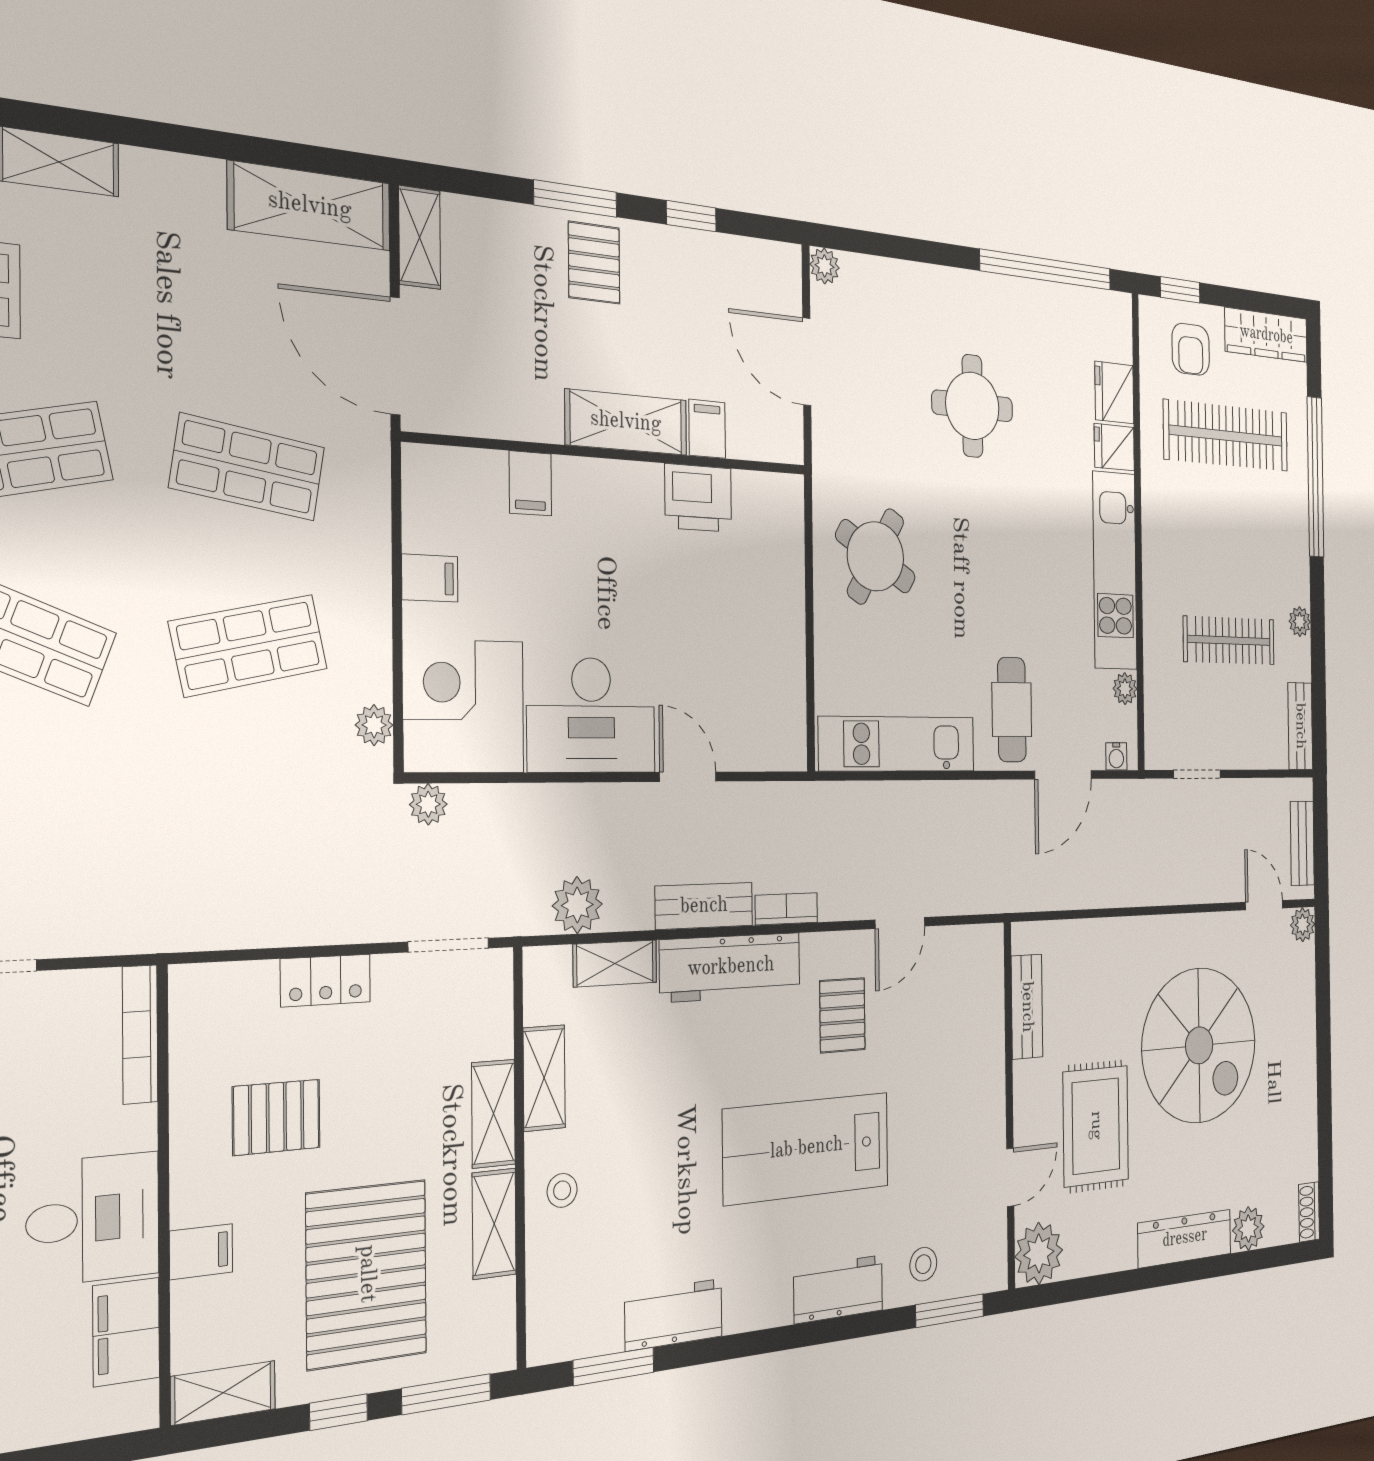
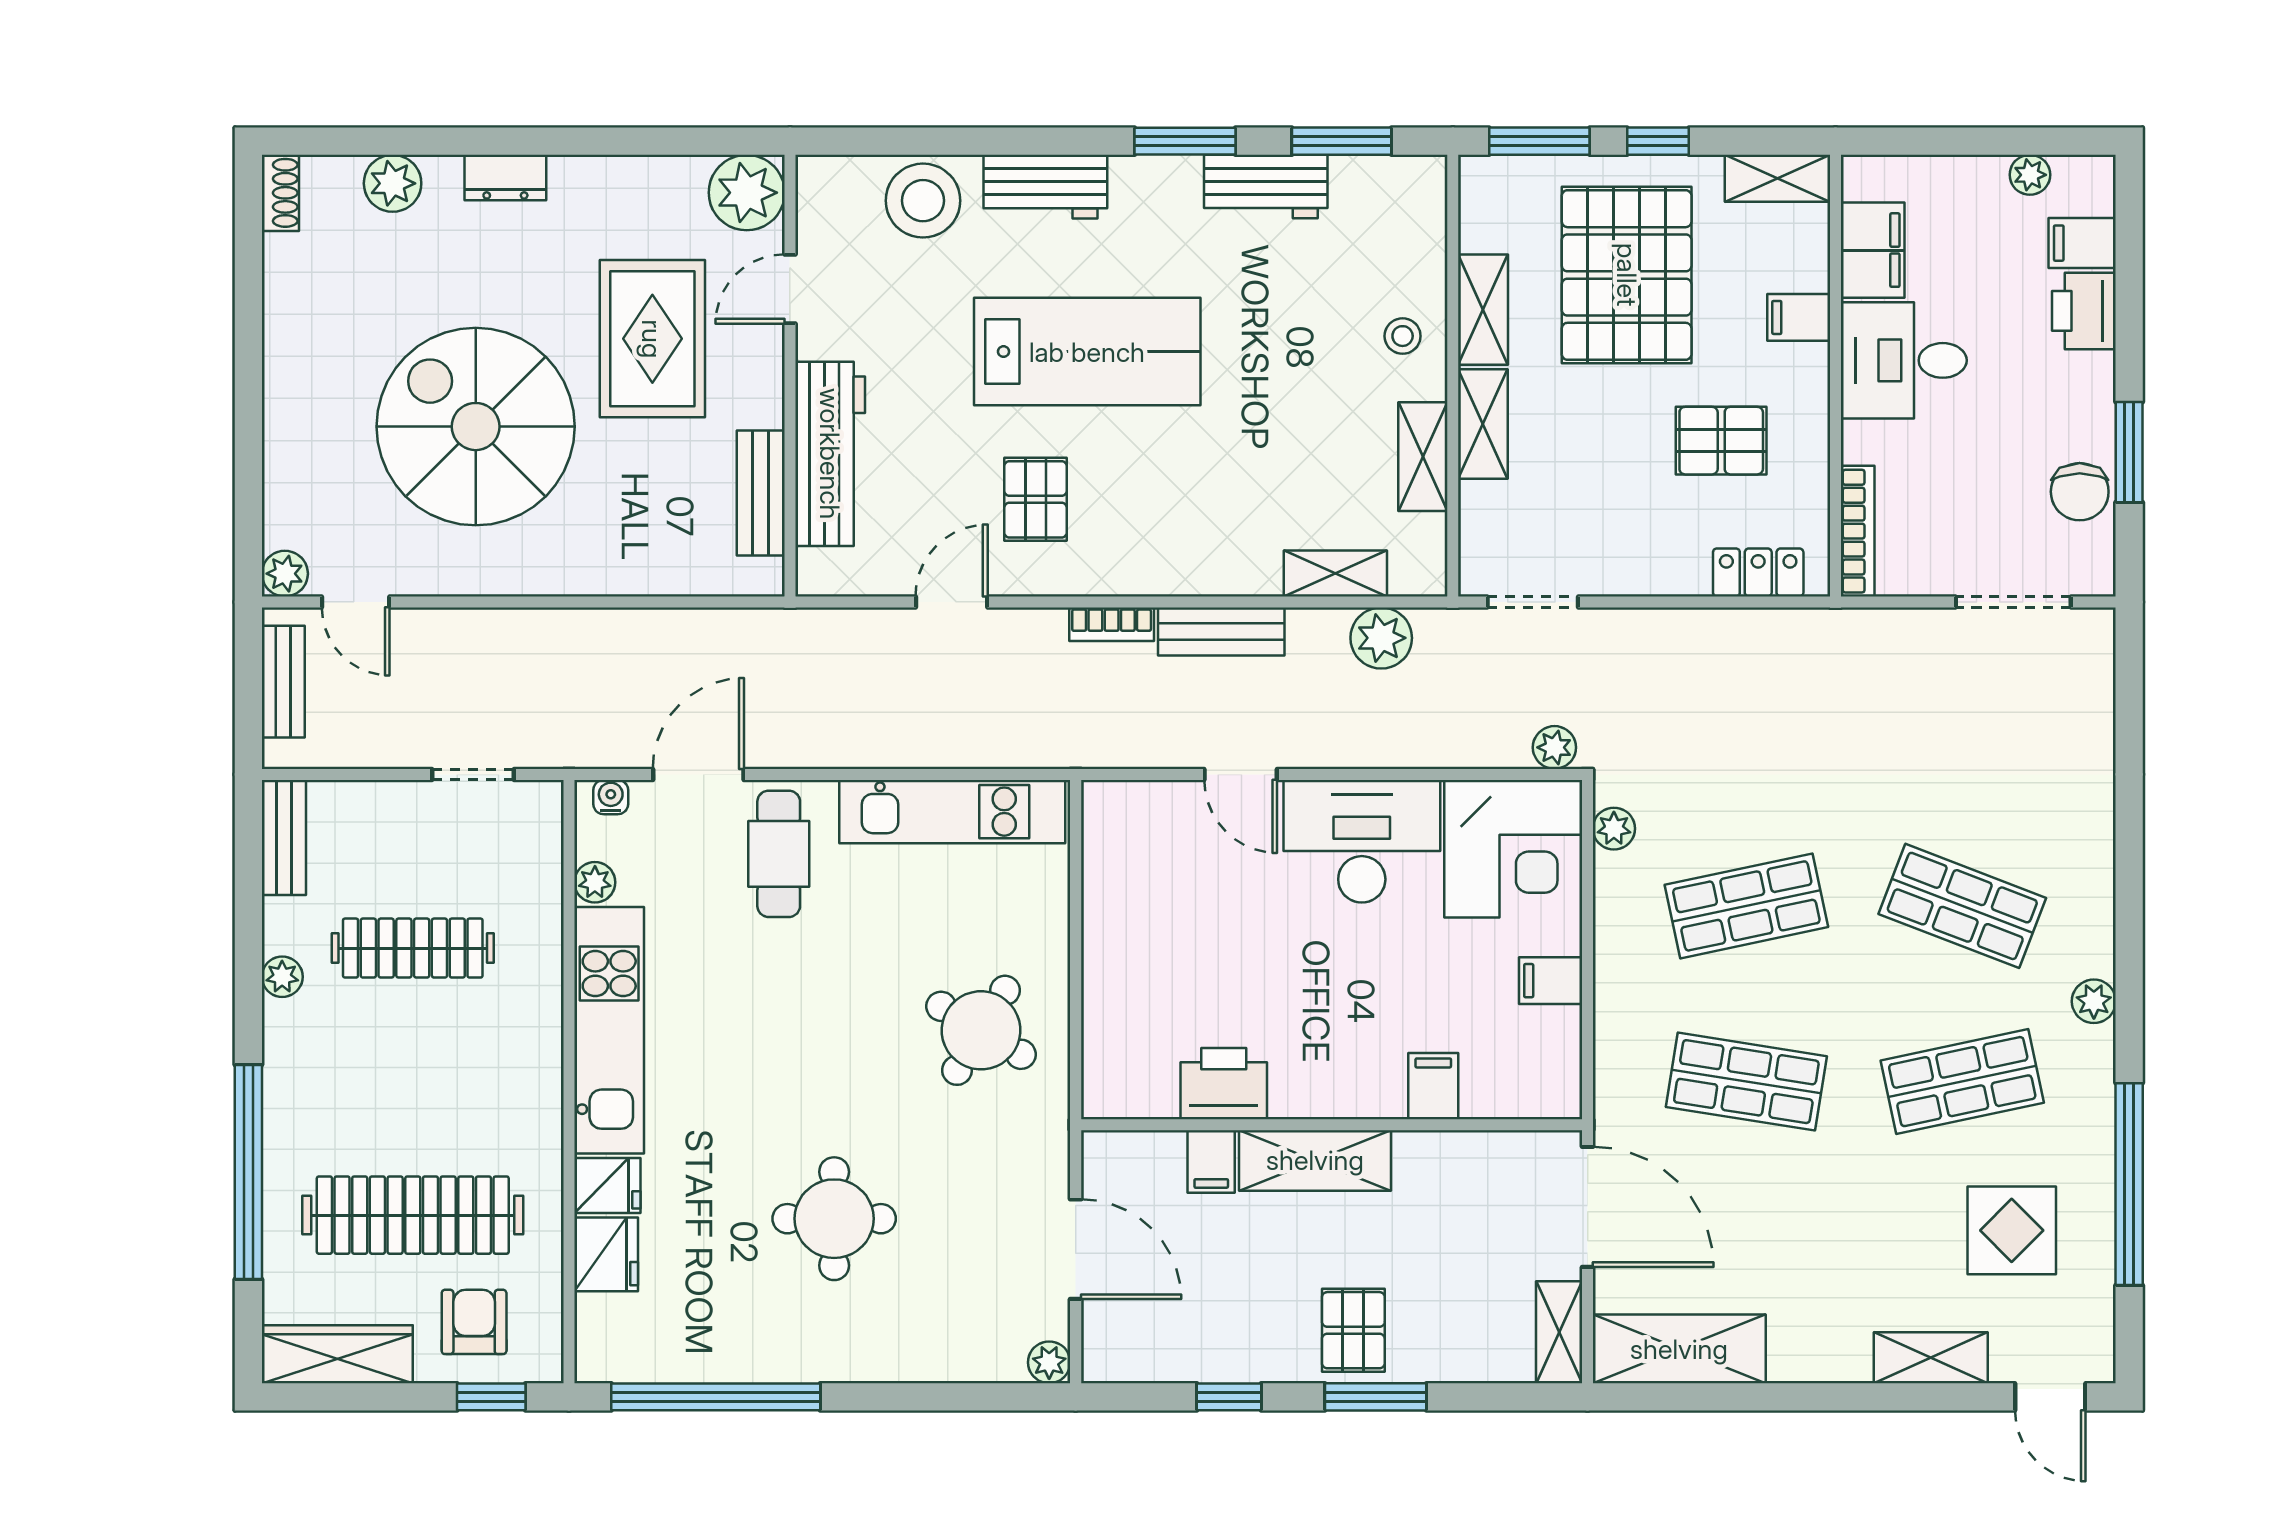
workbench: (731, 967) -> (830, 454), moved, turned 90
locker: (326, 981) -> (1758, 572), moved
dresser: (1185, 1238) -> (505, 178), width x0.51, depth x0.80
stool: (923, 1264) -> (923, 201), width x1.89, depth x1.89
window: (950, 1311) -> (1185, 141), moved

